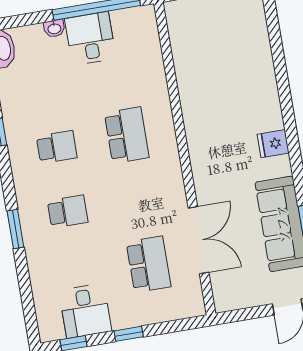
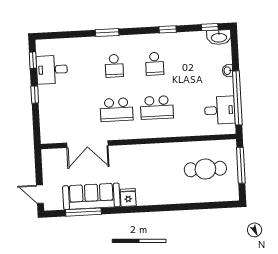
desk: (90, 38) -> (220, 110), moved
cafe table: (217, 46) -> (205, 169), added
fridge: (273, 144) -> (128, 198), moved
school desk: (149, 264) -> (116, 110), moved

